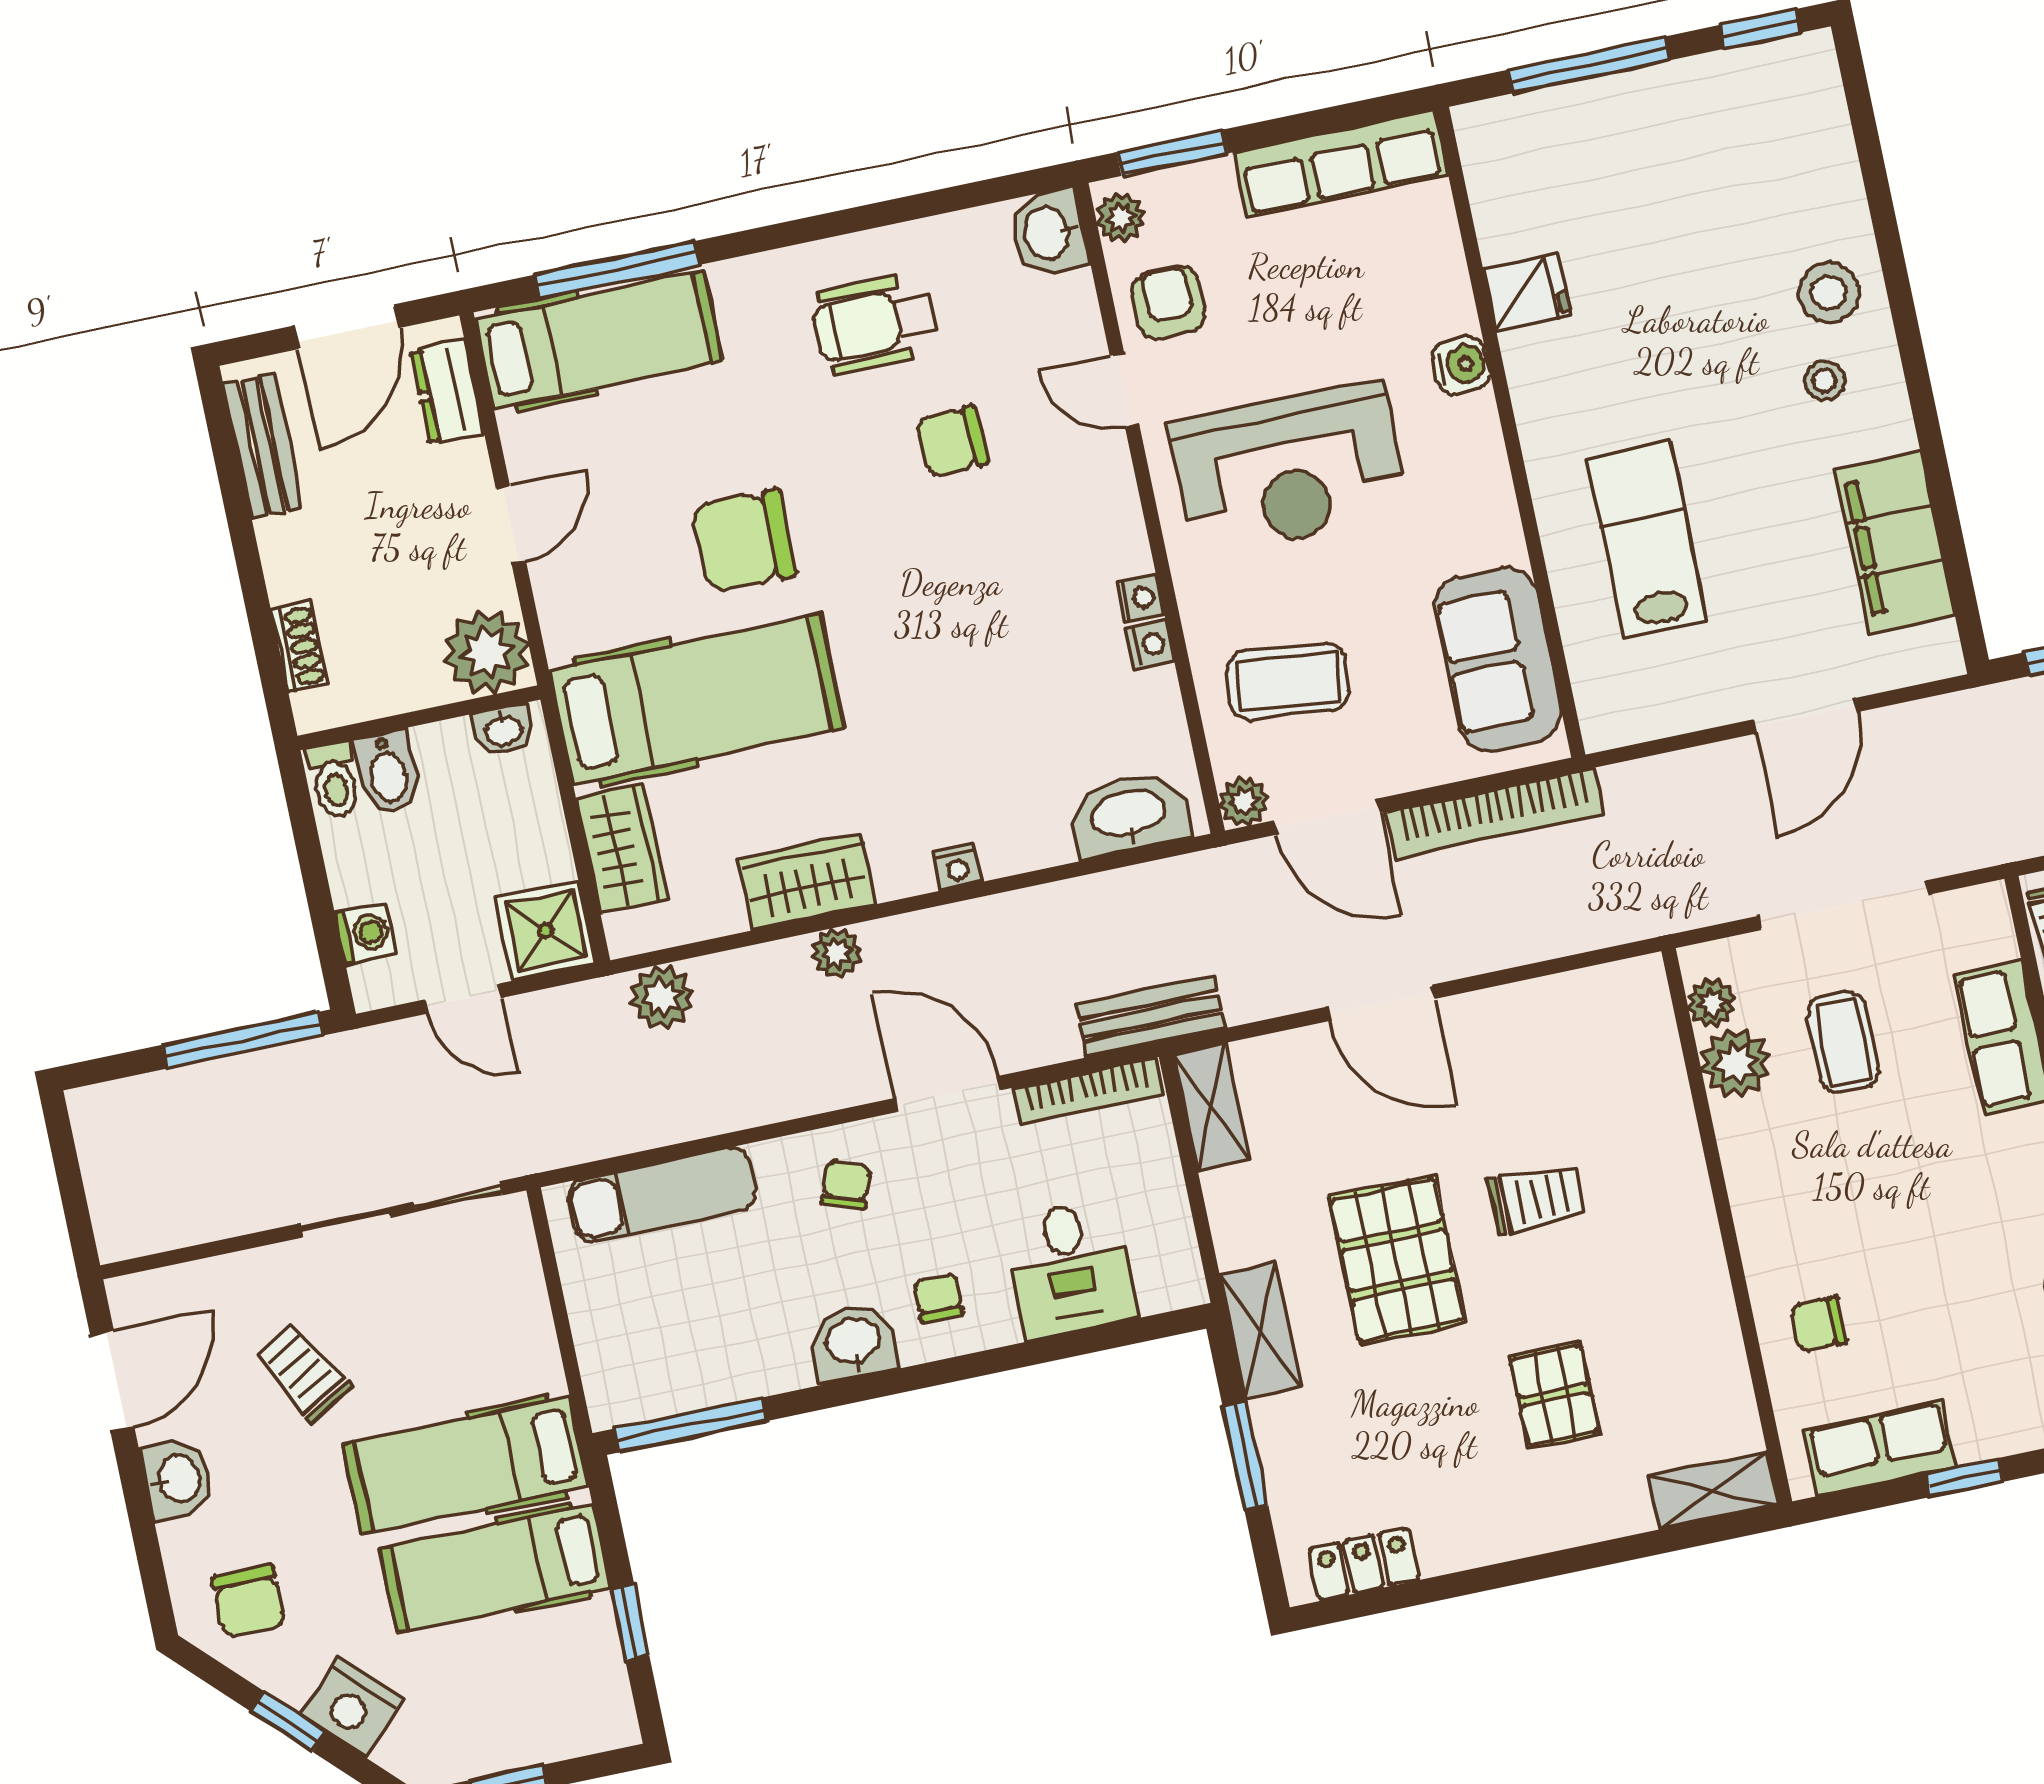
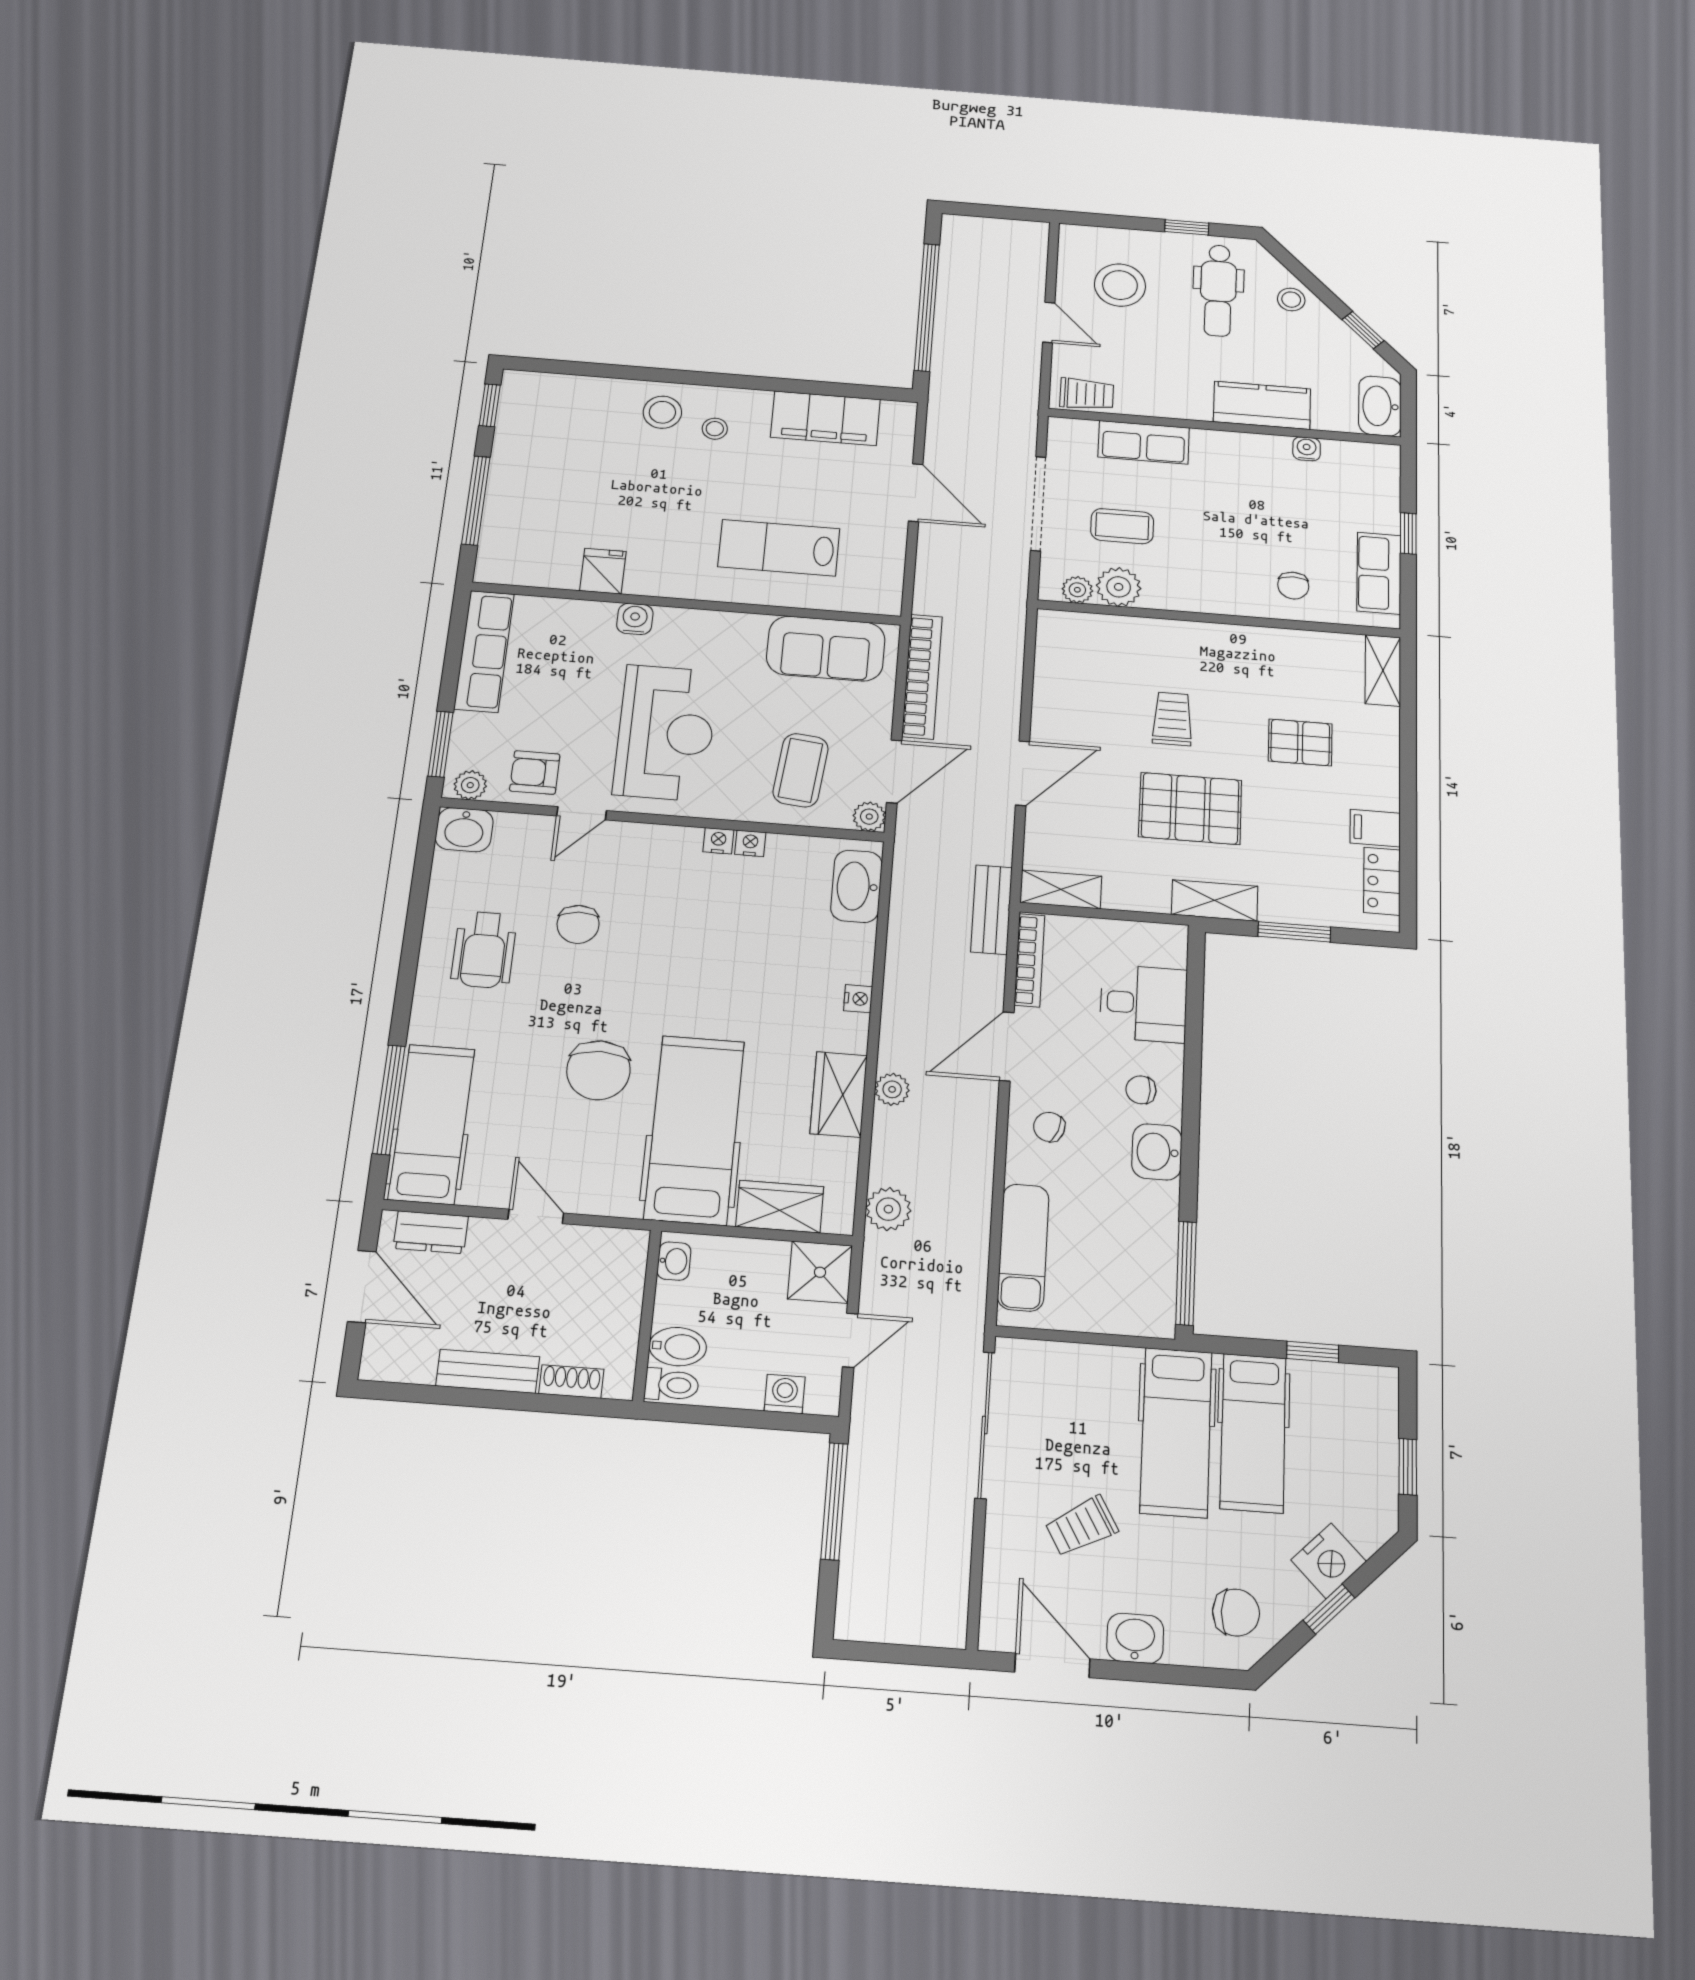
bench: (263, 446) -> (488, 1371), moved
plant: (487, 652) -> (617, 1257), removed
filing cabinet: (1447, 1536) -> (1375, 828), added

